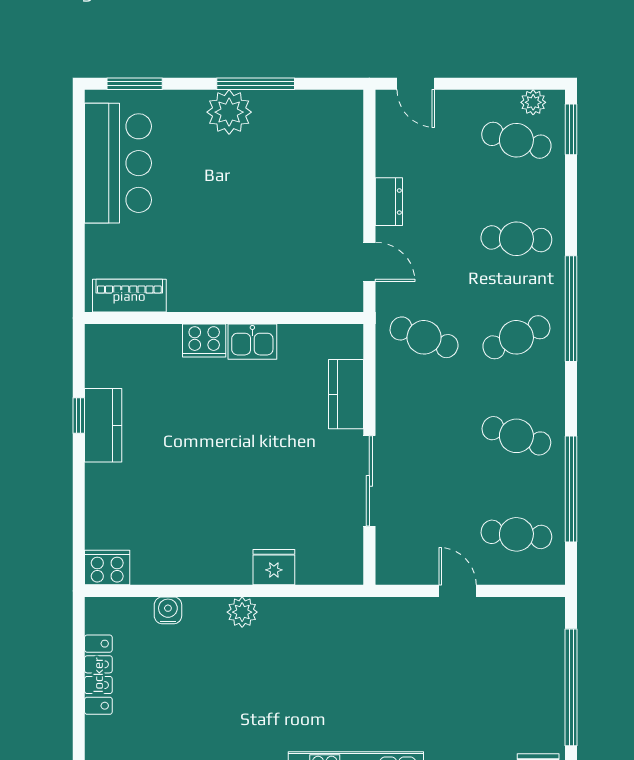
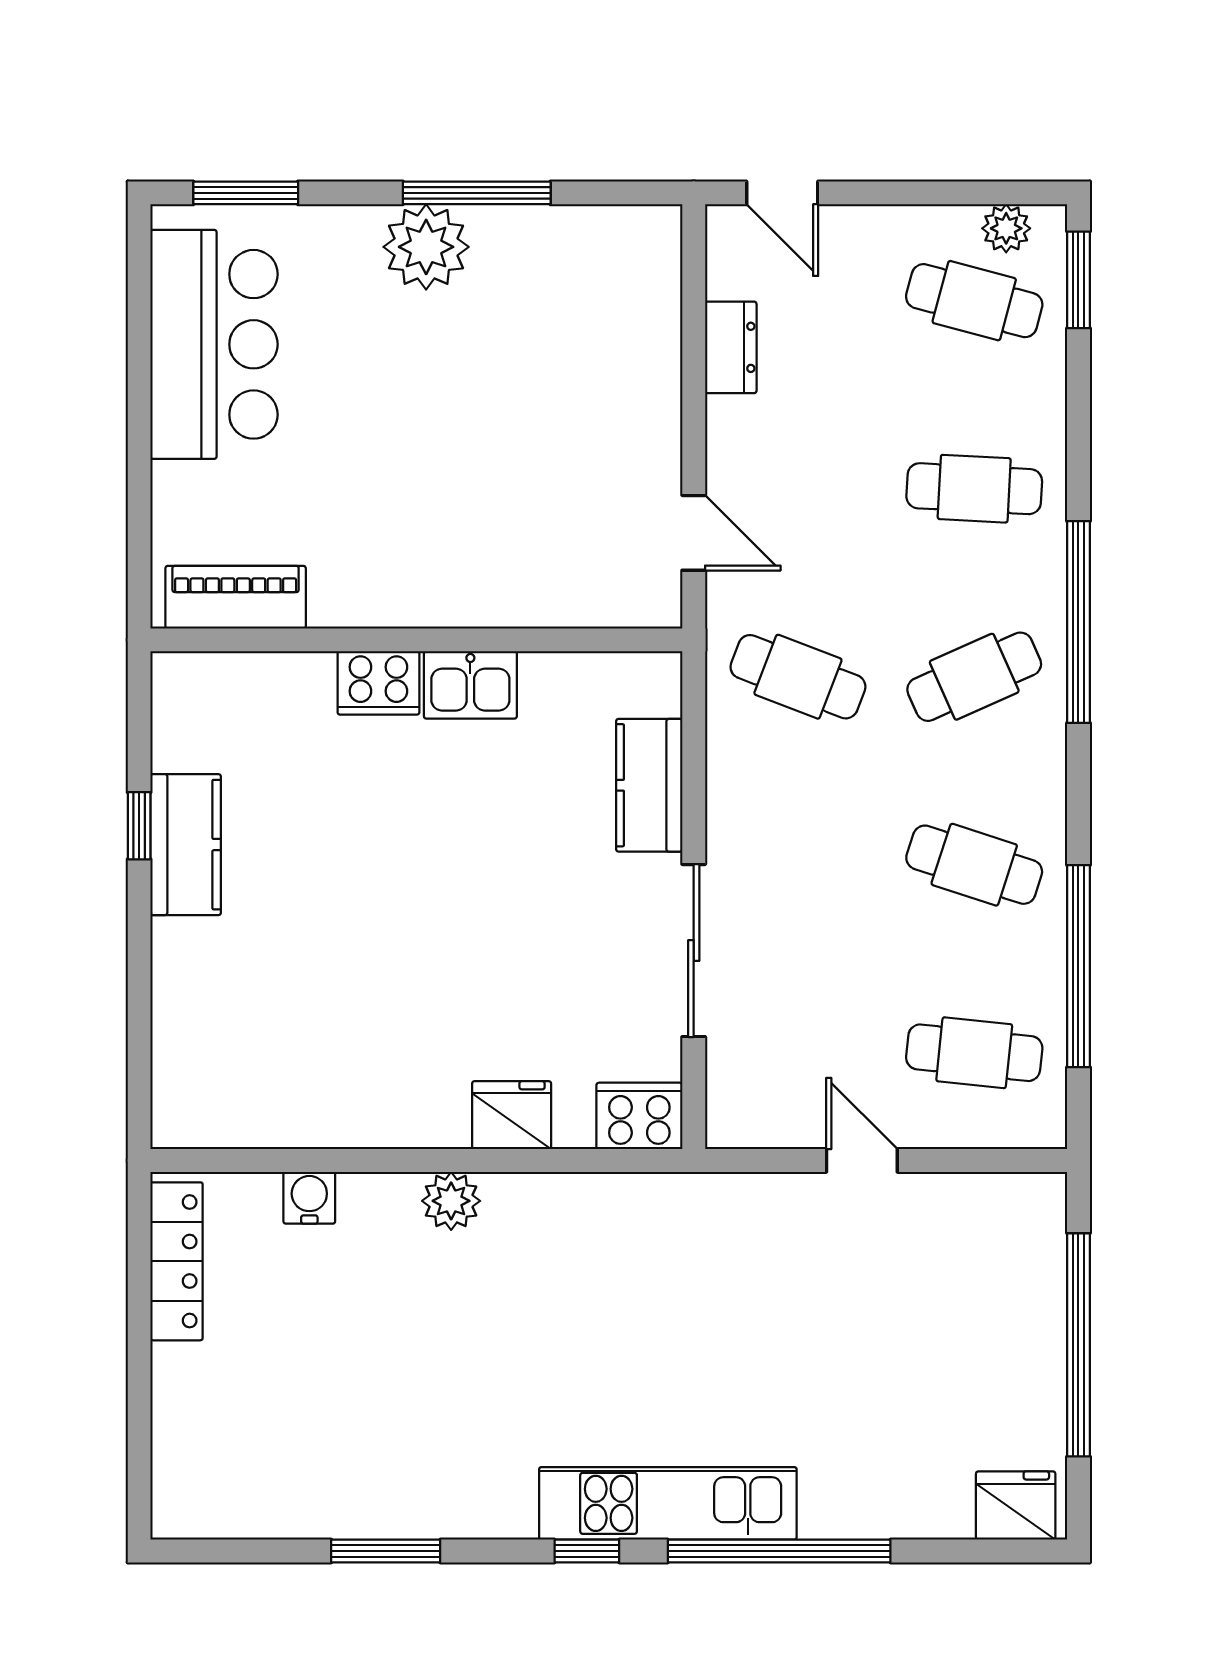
dresser: (389, 202) -> (731, 347), moved
cooker: (107, 568) -> (639, 1116), moved
locker: (98, 675) -> (177, 1261), moved

